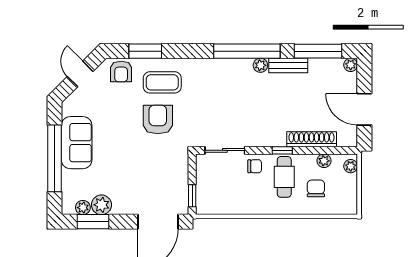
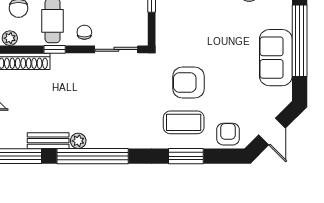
window: (145, 51) -> (186, 156), moved
armchair: (158, 119) -> (188, 83), turned 90
chair: (255, 166) -> (84, 32), turned 90

